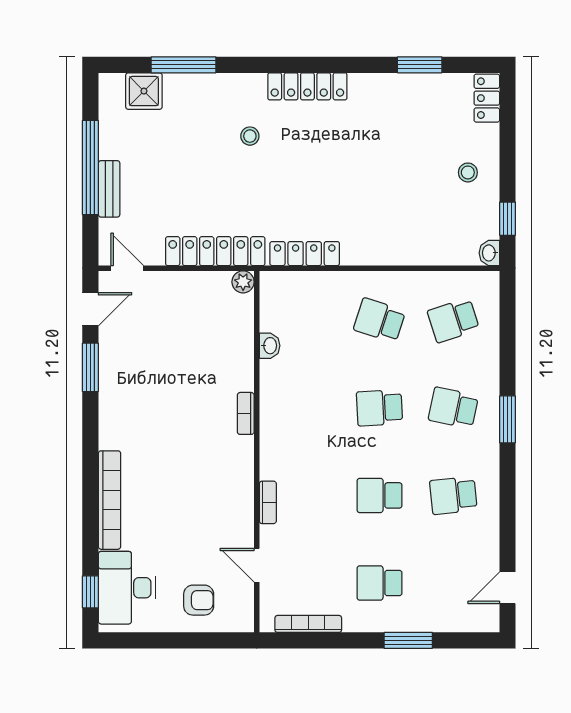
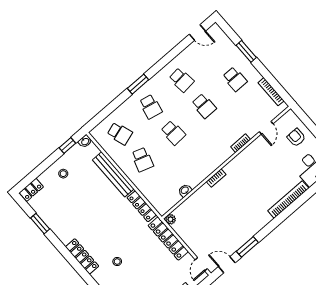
bench: (396, 252) -> (113, 174), added

